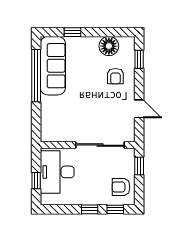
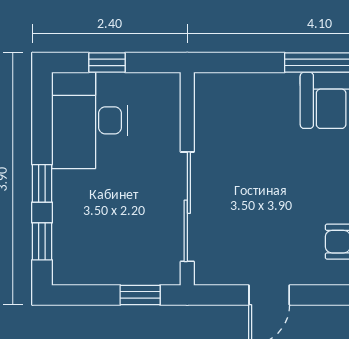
desk: (57, 172) -> (90, 120), moved, turned -90
armchair: (121, 187) -> (92, 254), removed

